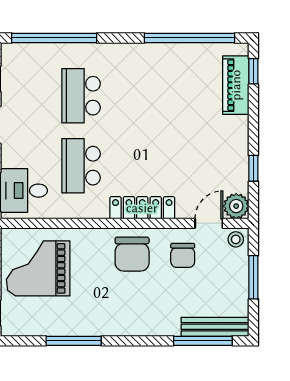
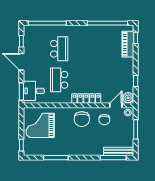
school desk: (81, 96) -> (59, 49), turned 180

